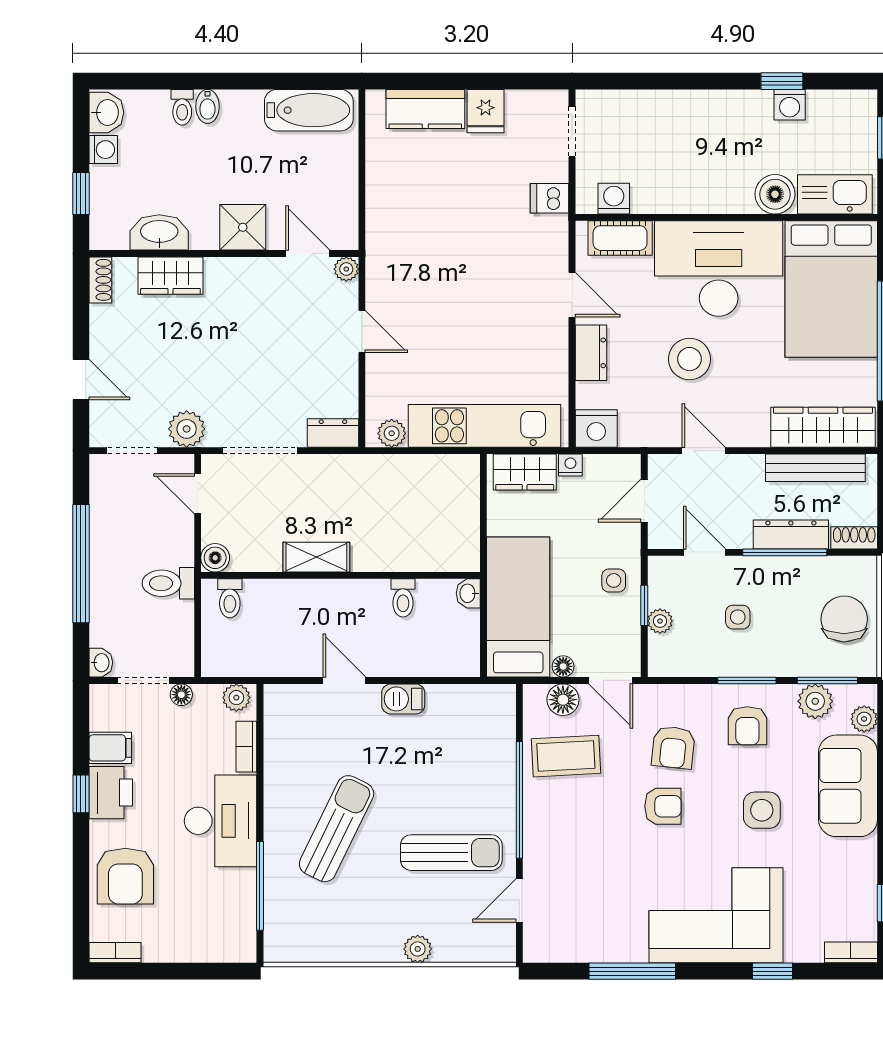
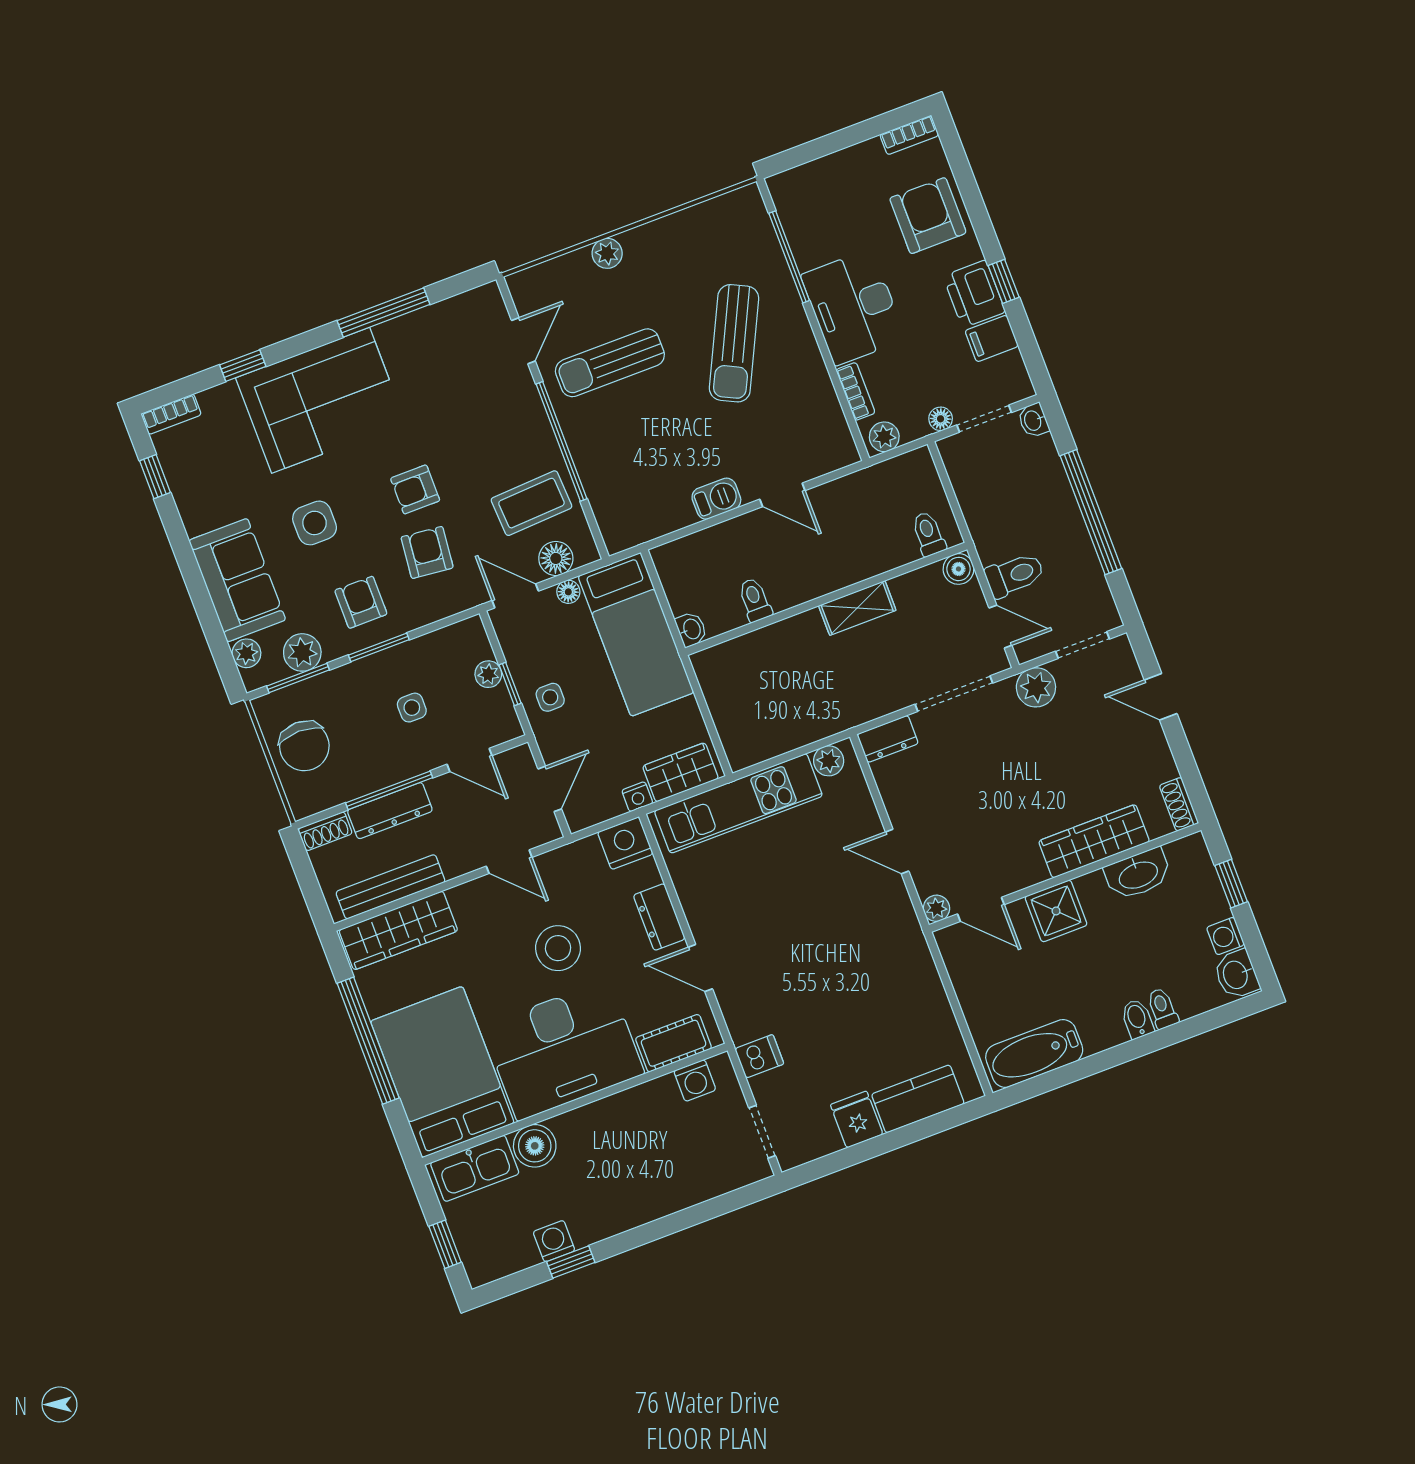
wardrobe: (170, 276) -> (1094, 841), width x1.50
toilet: (168, 583) -> (1015, 575), moved

